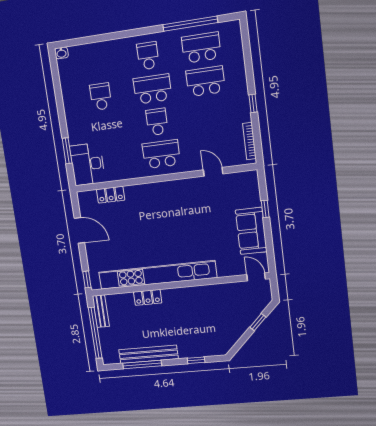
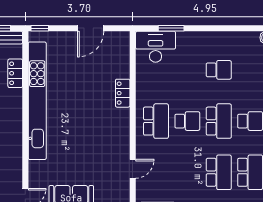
locker: (111, 195) -> (123, 93), moved
locker: (148, 297) -> (15, 73), moved

